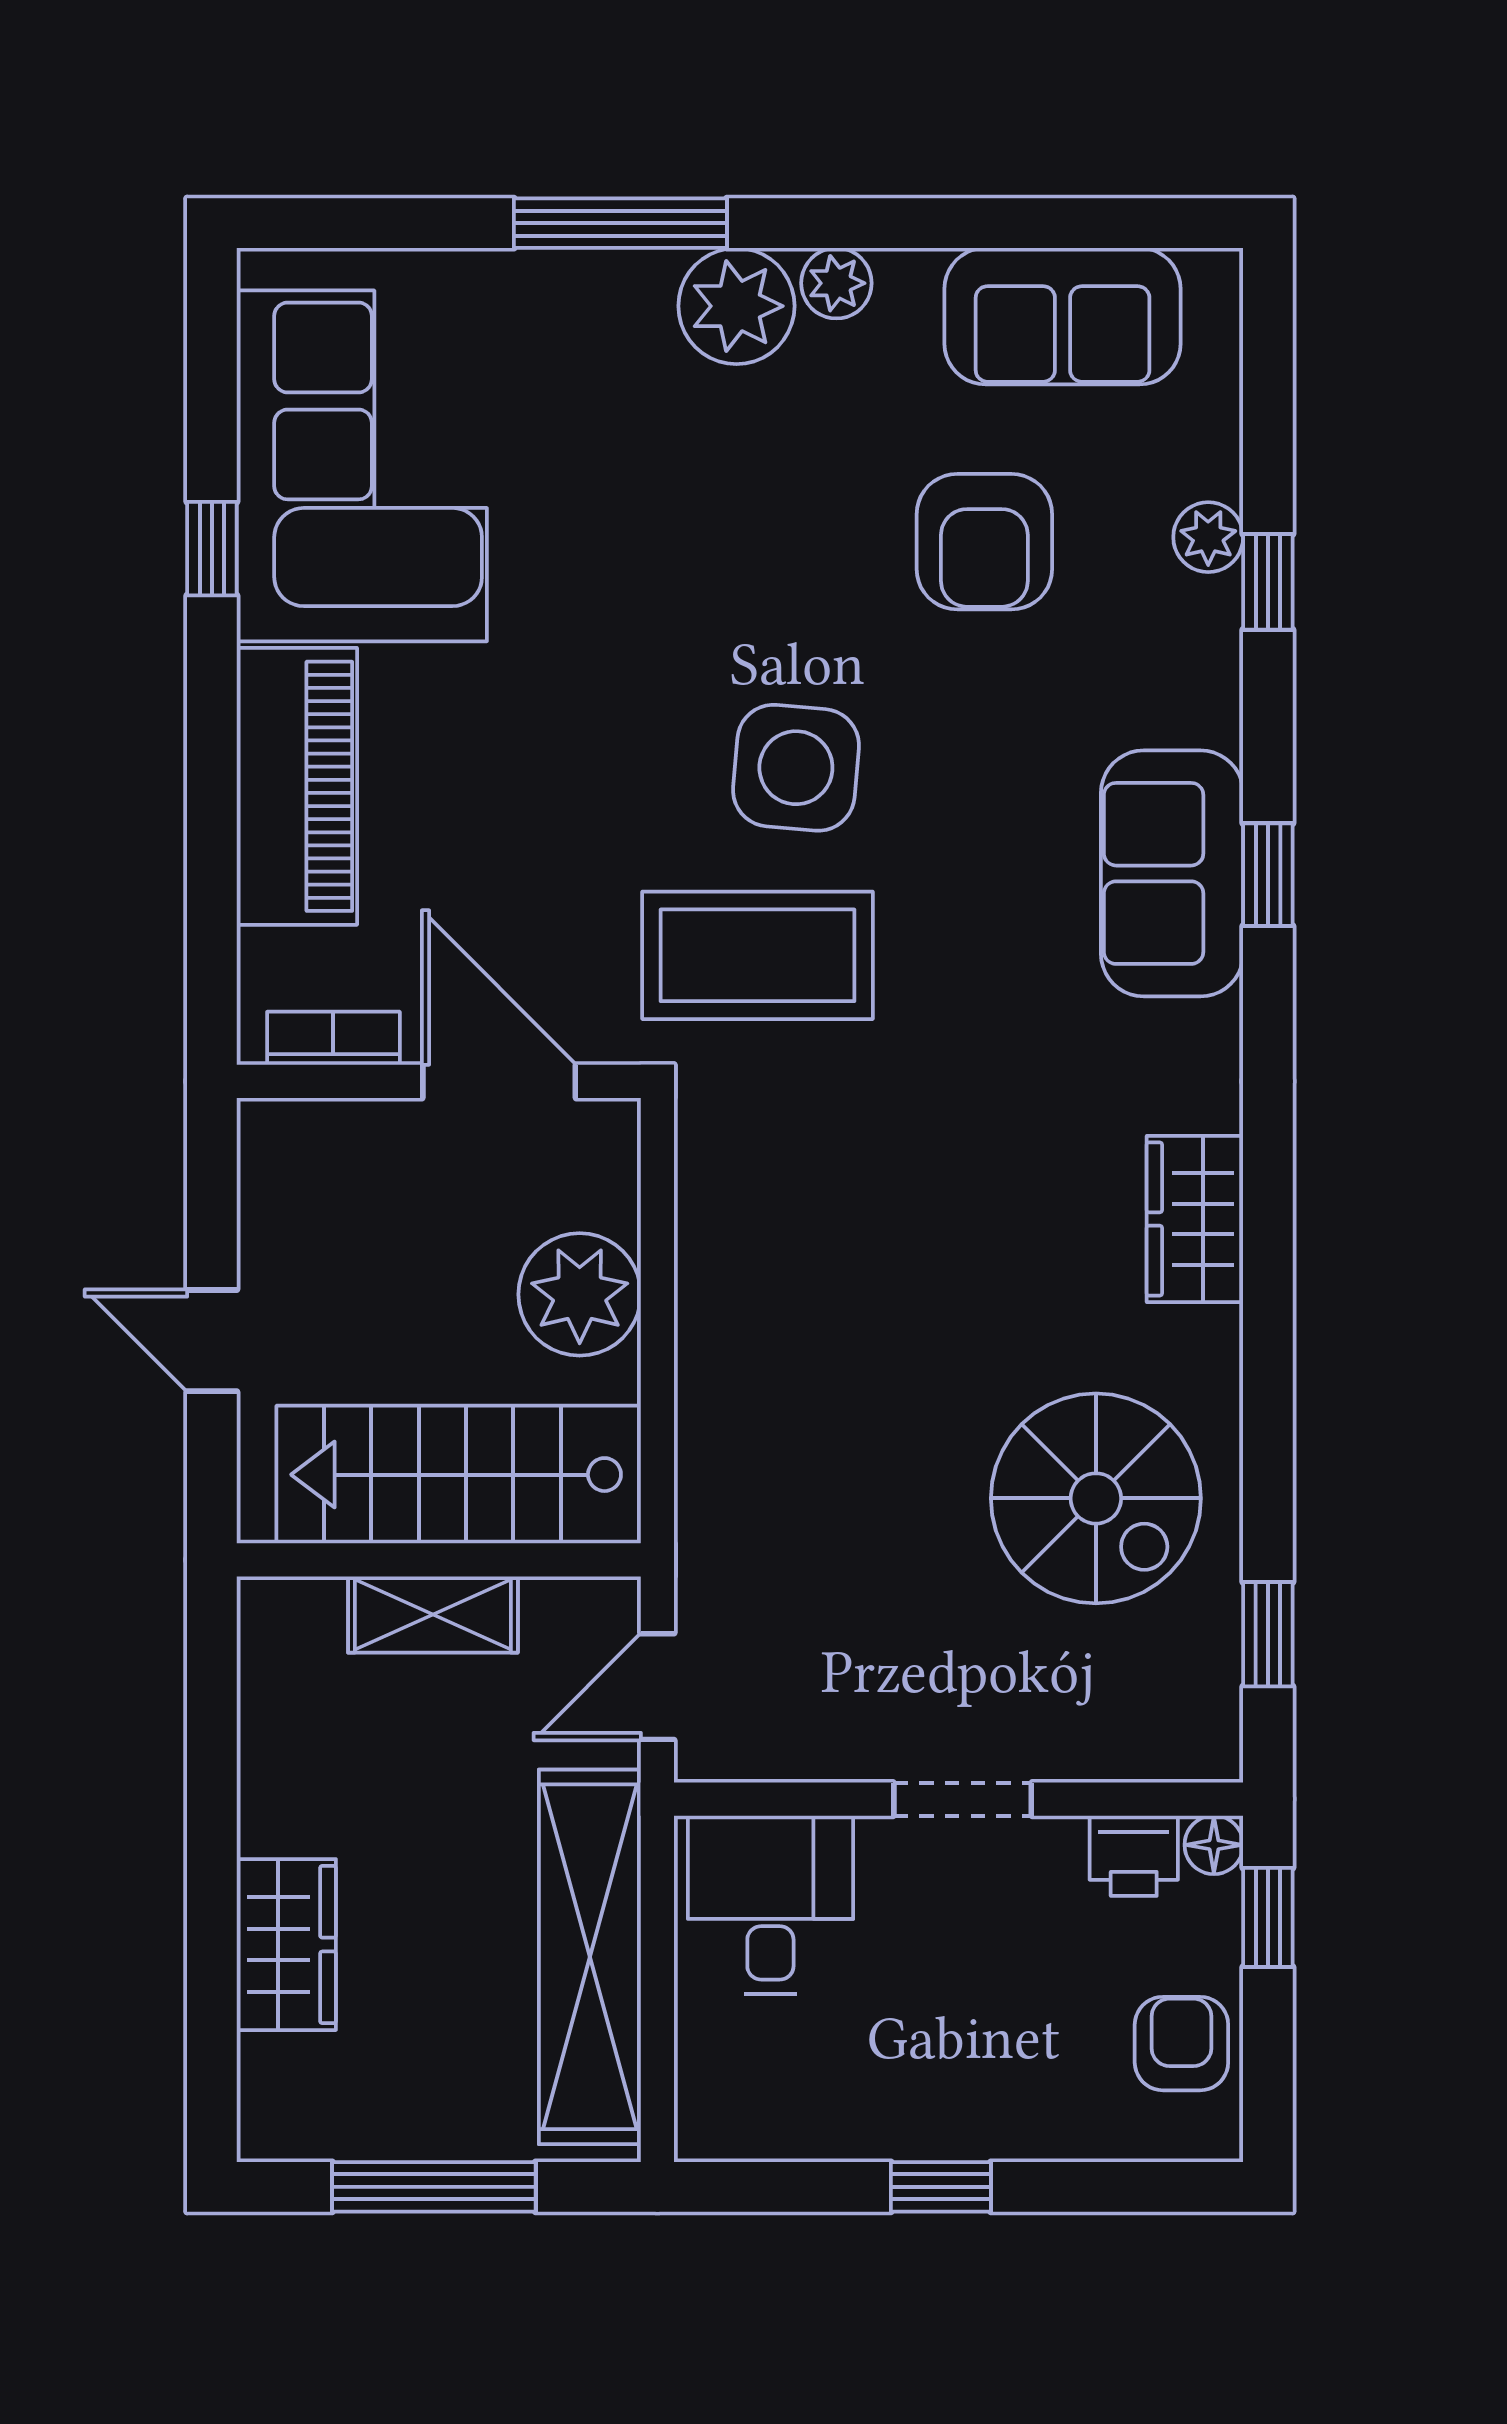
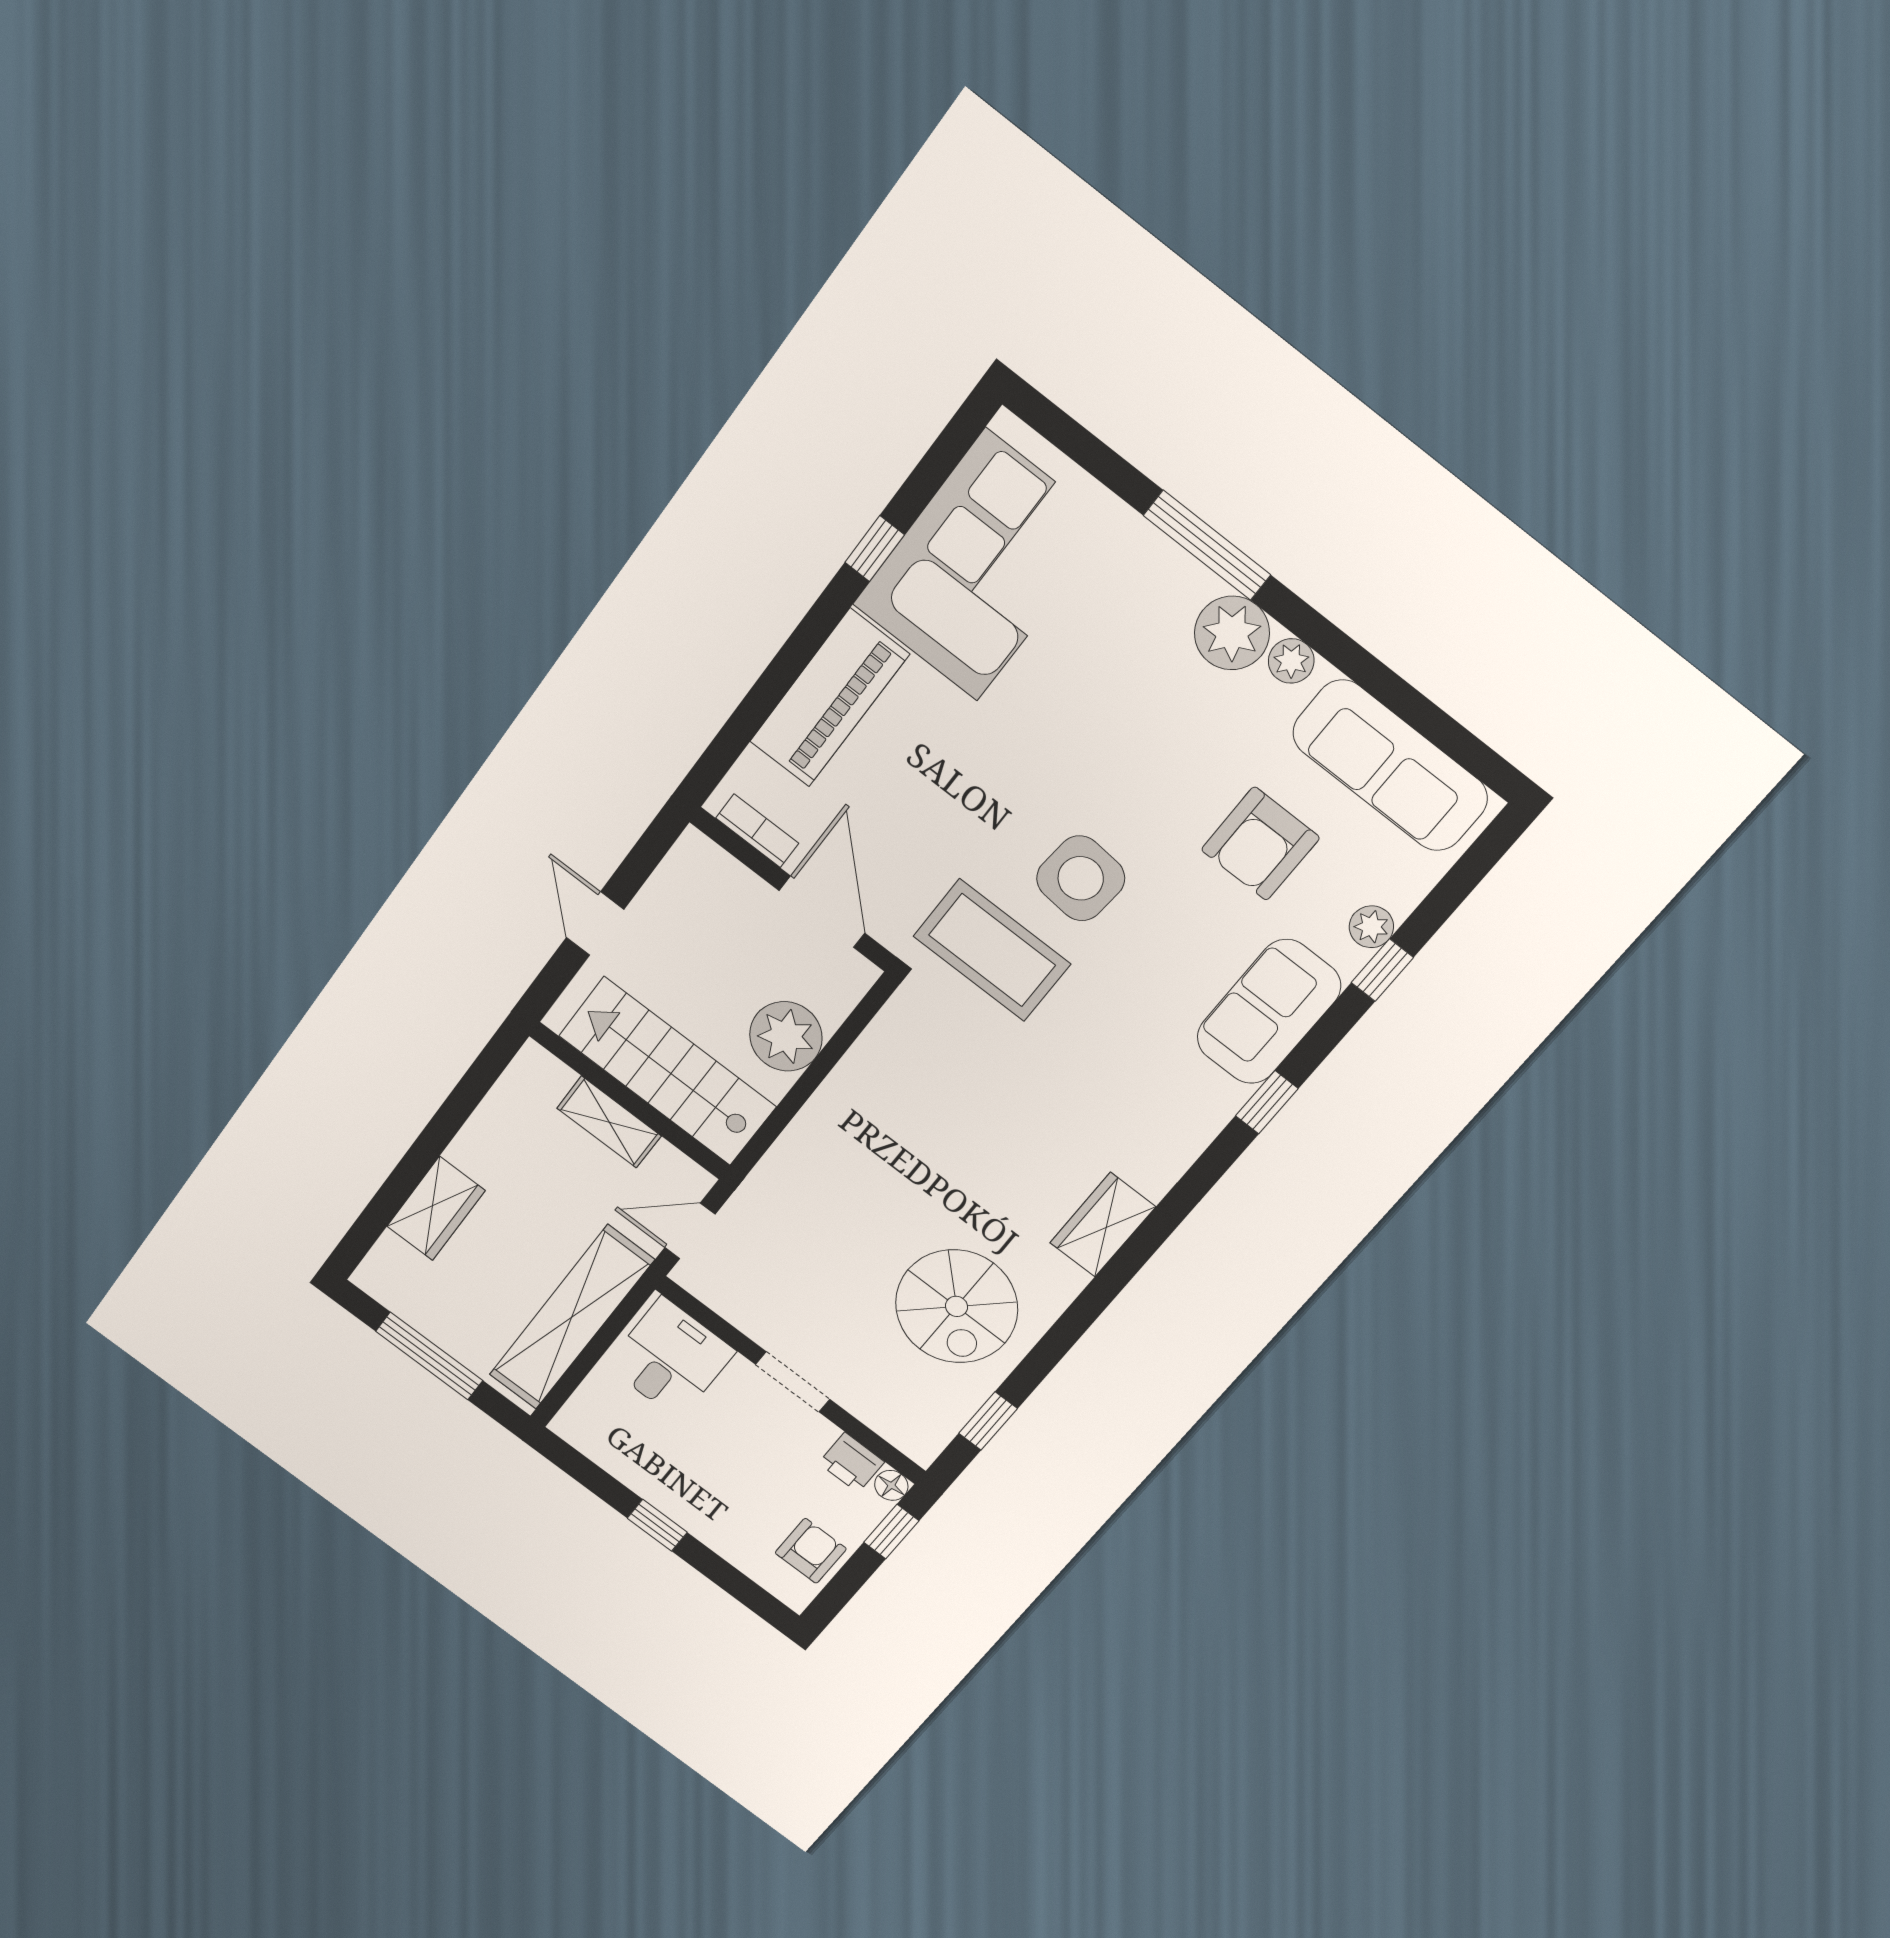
sofa: (1063, 316) -> (1390, 766), width x1.36
sofa: (1172, 873) -> (1269, 1012), moved

